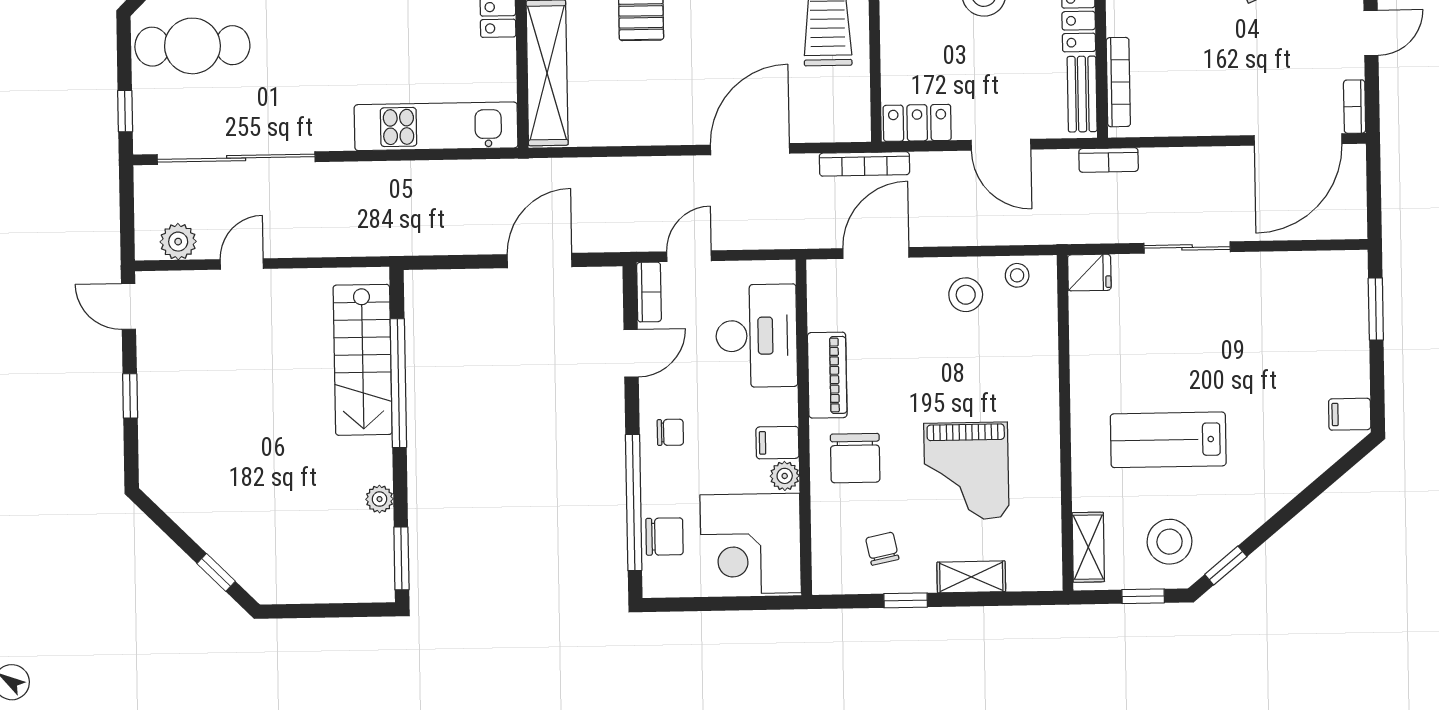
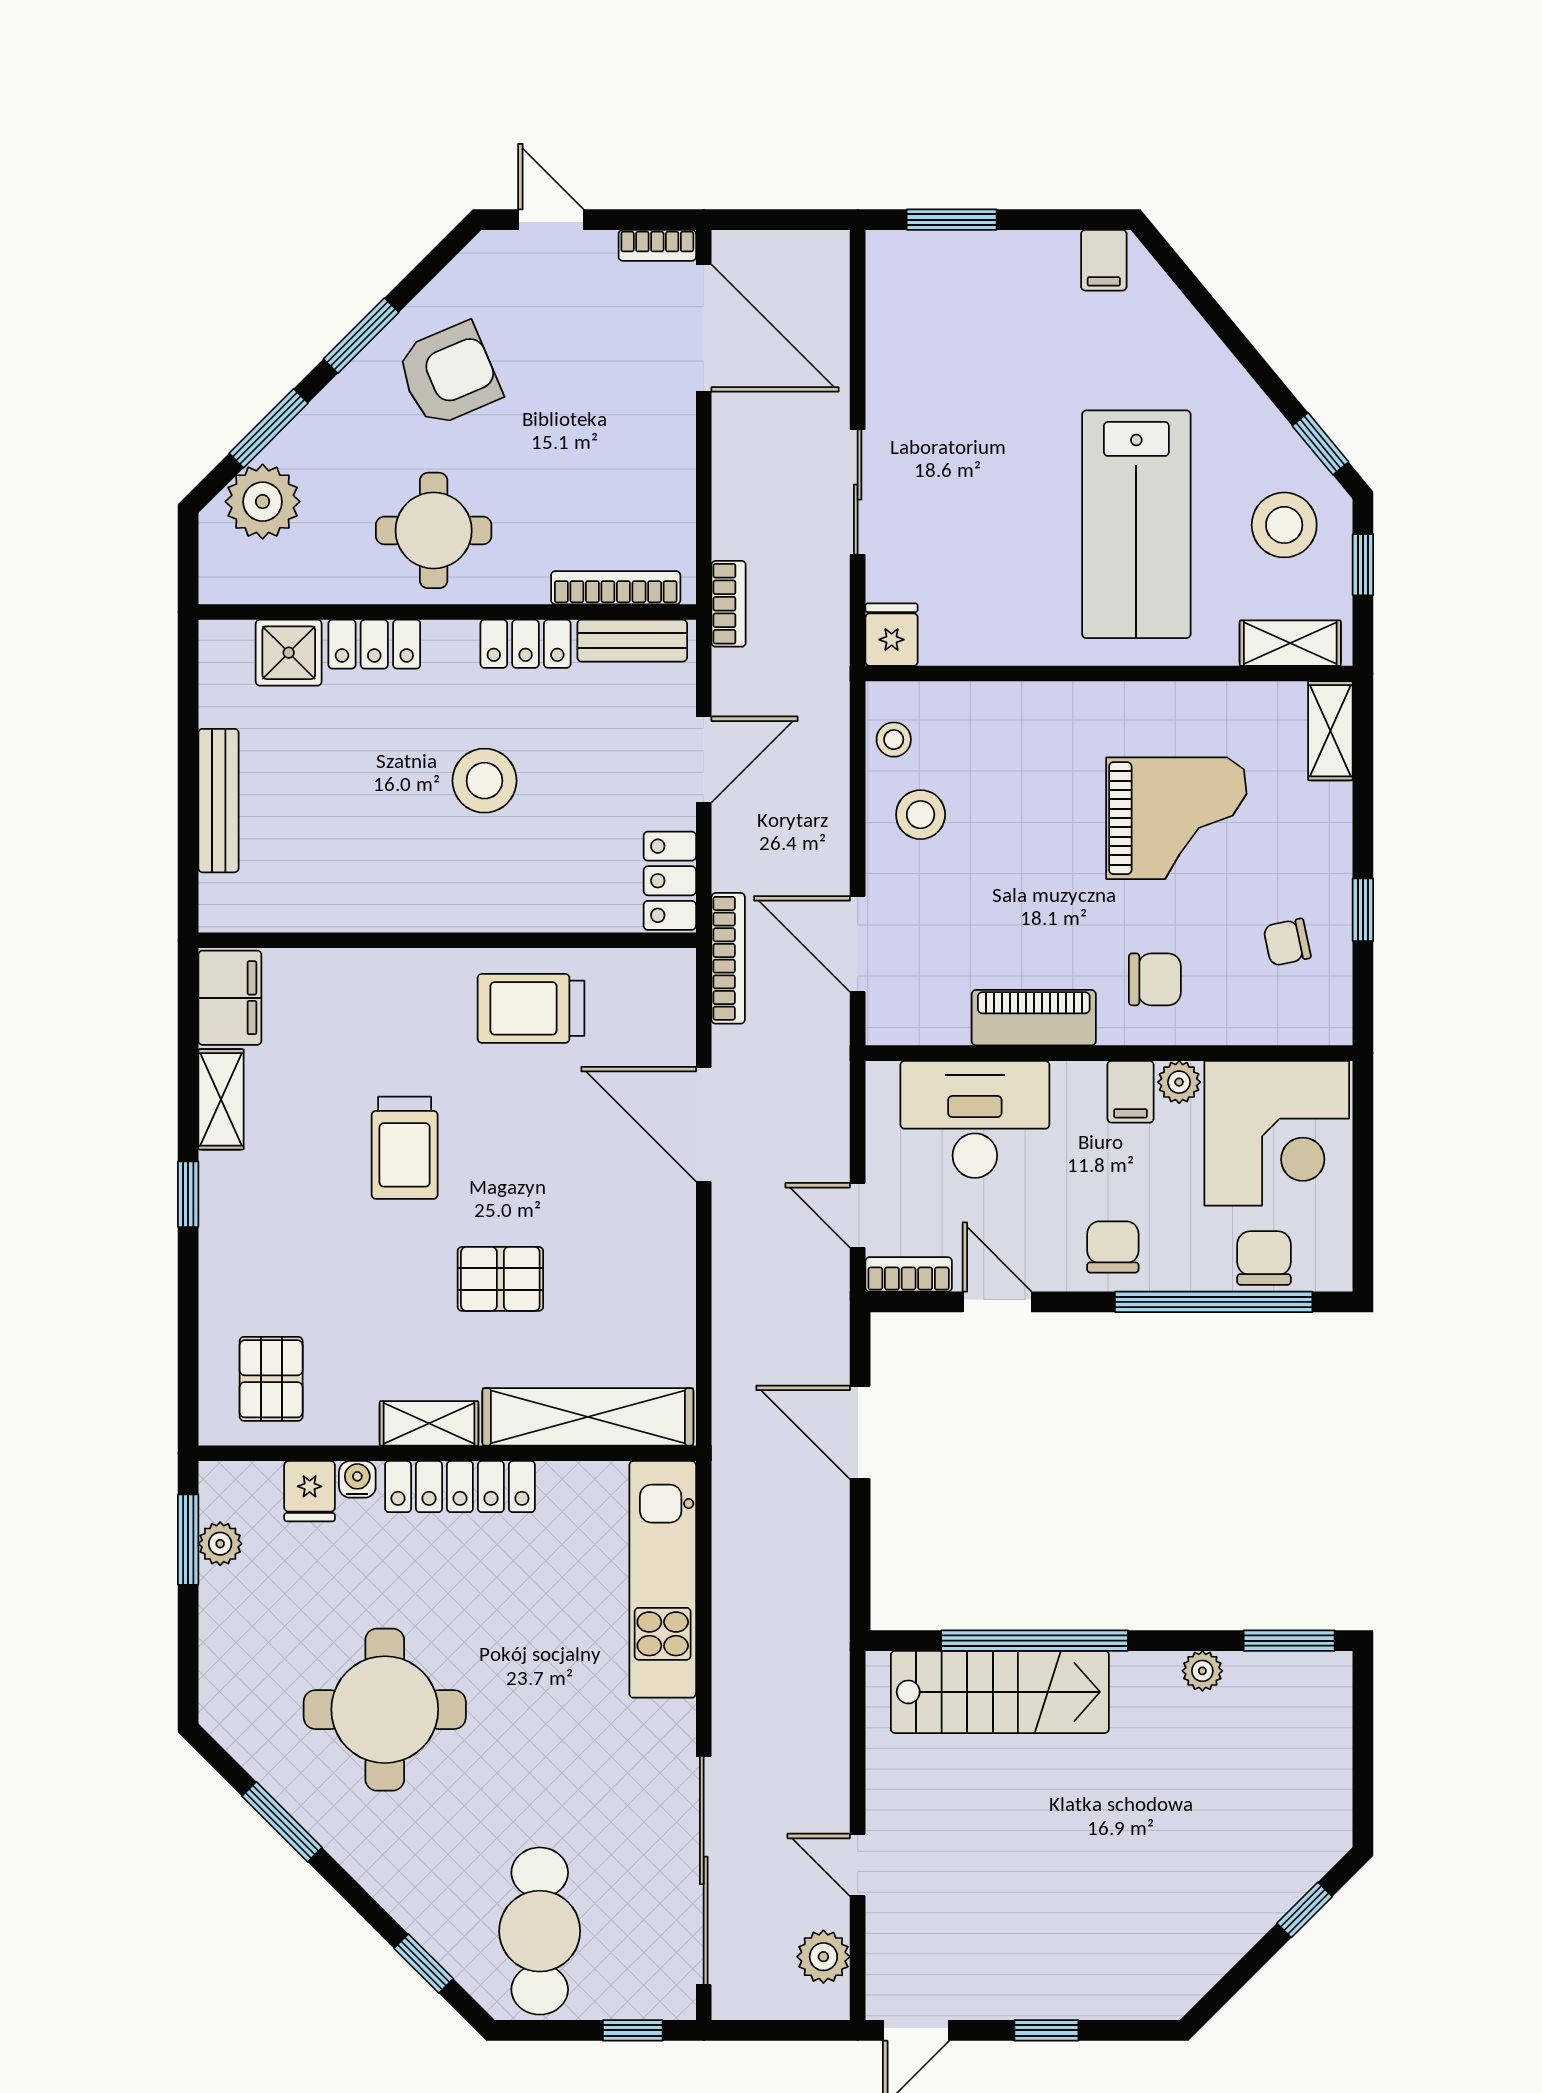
chair: (670, 432) -> (1113, 1247), width x1.37, depth x1.37
lab bench: (1168, 440) -> (1136, 524), width x1.36, depth x1.39
chair: (855, 458) -> (1155, 979), width x0.73, depth x0.73
shelving: (971, 577) -> (1330, 731), moved

